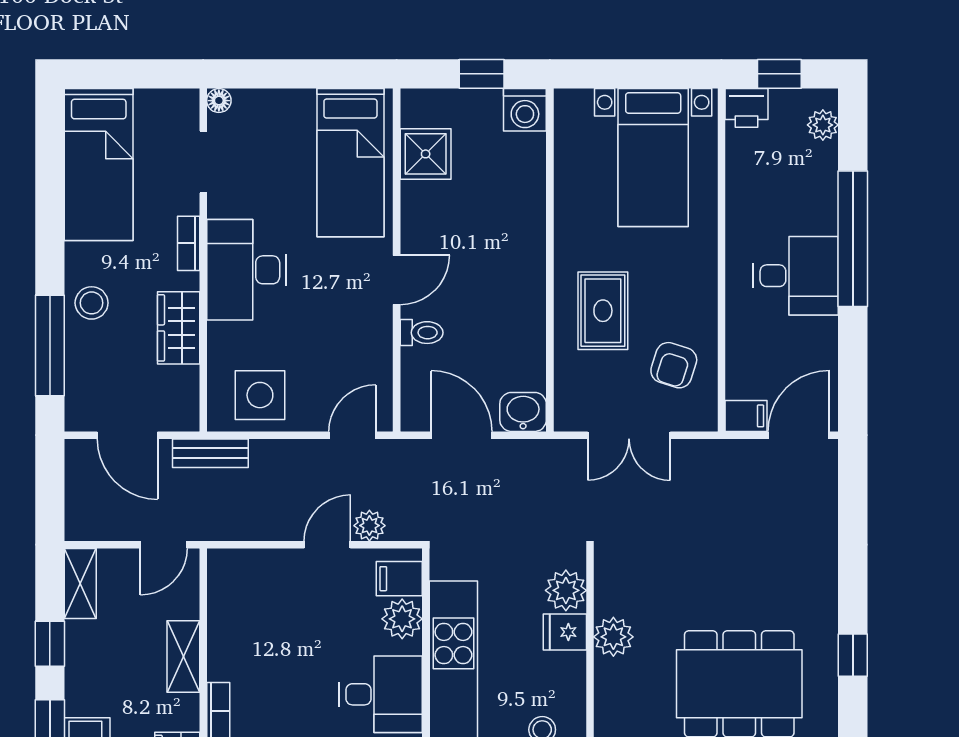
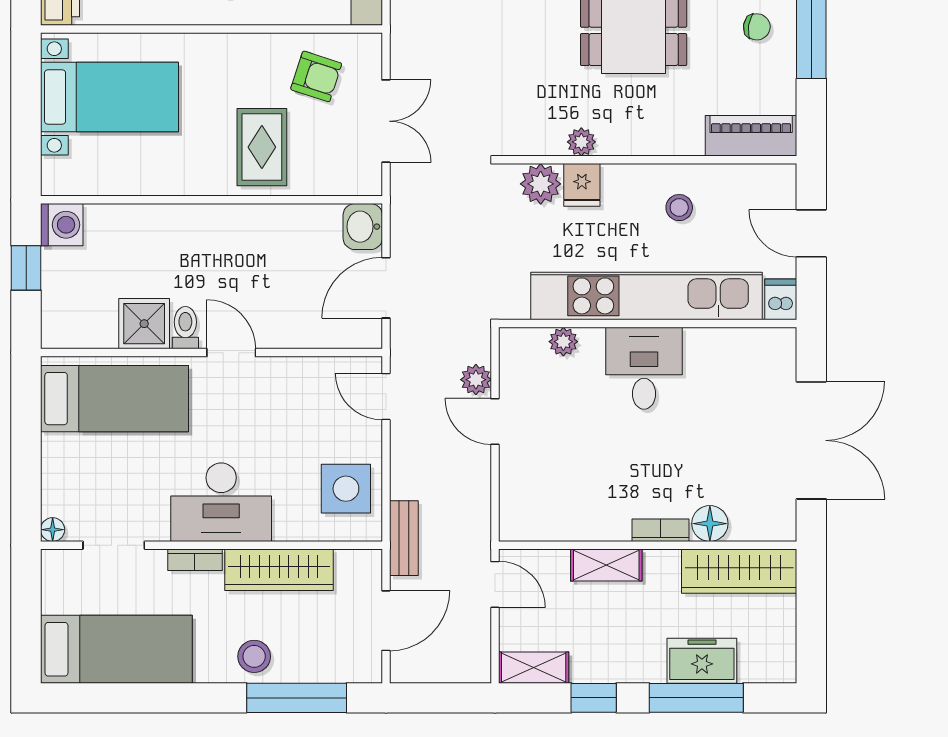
shower: (426, 154) -> (144, 324), moved
rug: (603, 311) -> (262, 147), turned 90
wardrobe: (179, 328) -> (279, 570), width x1.50
toilet: (422, 333) -> (185, 328), moved
filing cabinet: (399, 579) -> (529, 350), removed
plant: (402, 619) -> (563, 342), width x0.73, depth x0.73
plant: (613, 637) -> (581, 142), width x0.73, depth x0.73

